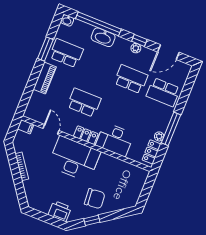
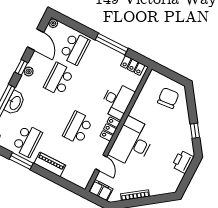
school desk: (66, 53) -> (27, 141), turned 180
filing cabinet: (26, 127) -> (101, 190), width x2.00
door: (51, 129) -> (101, 163), swing flipped
plant: (159, 136) -> (53, 23), moved
chair: (95, 199) -> (168, 98), moved

